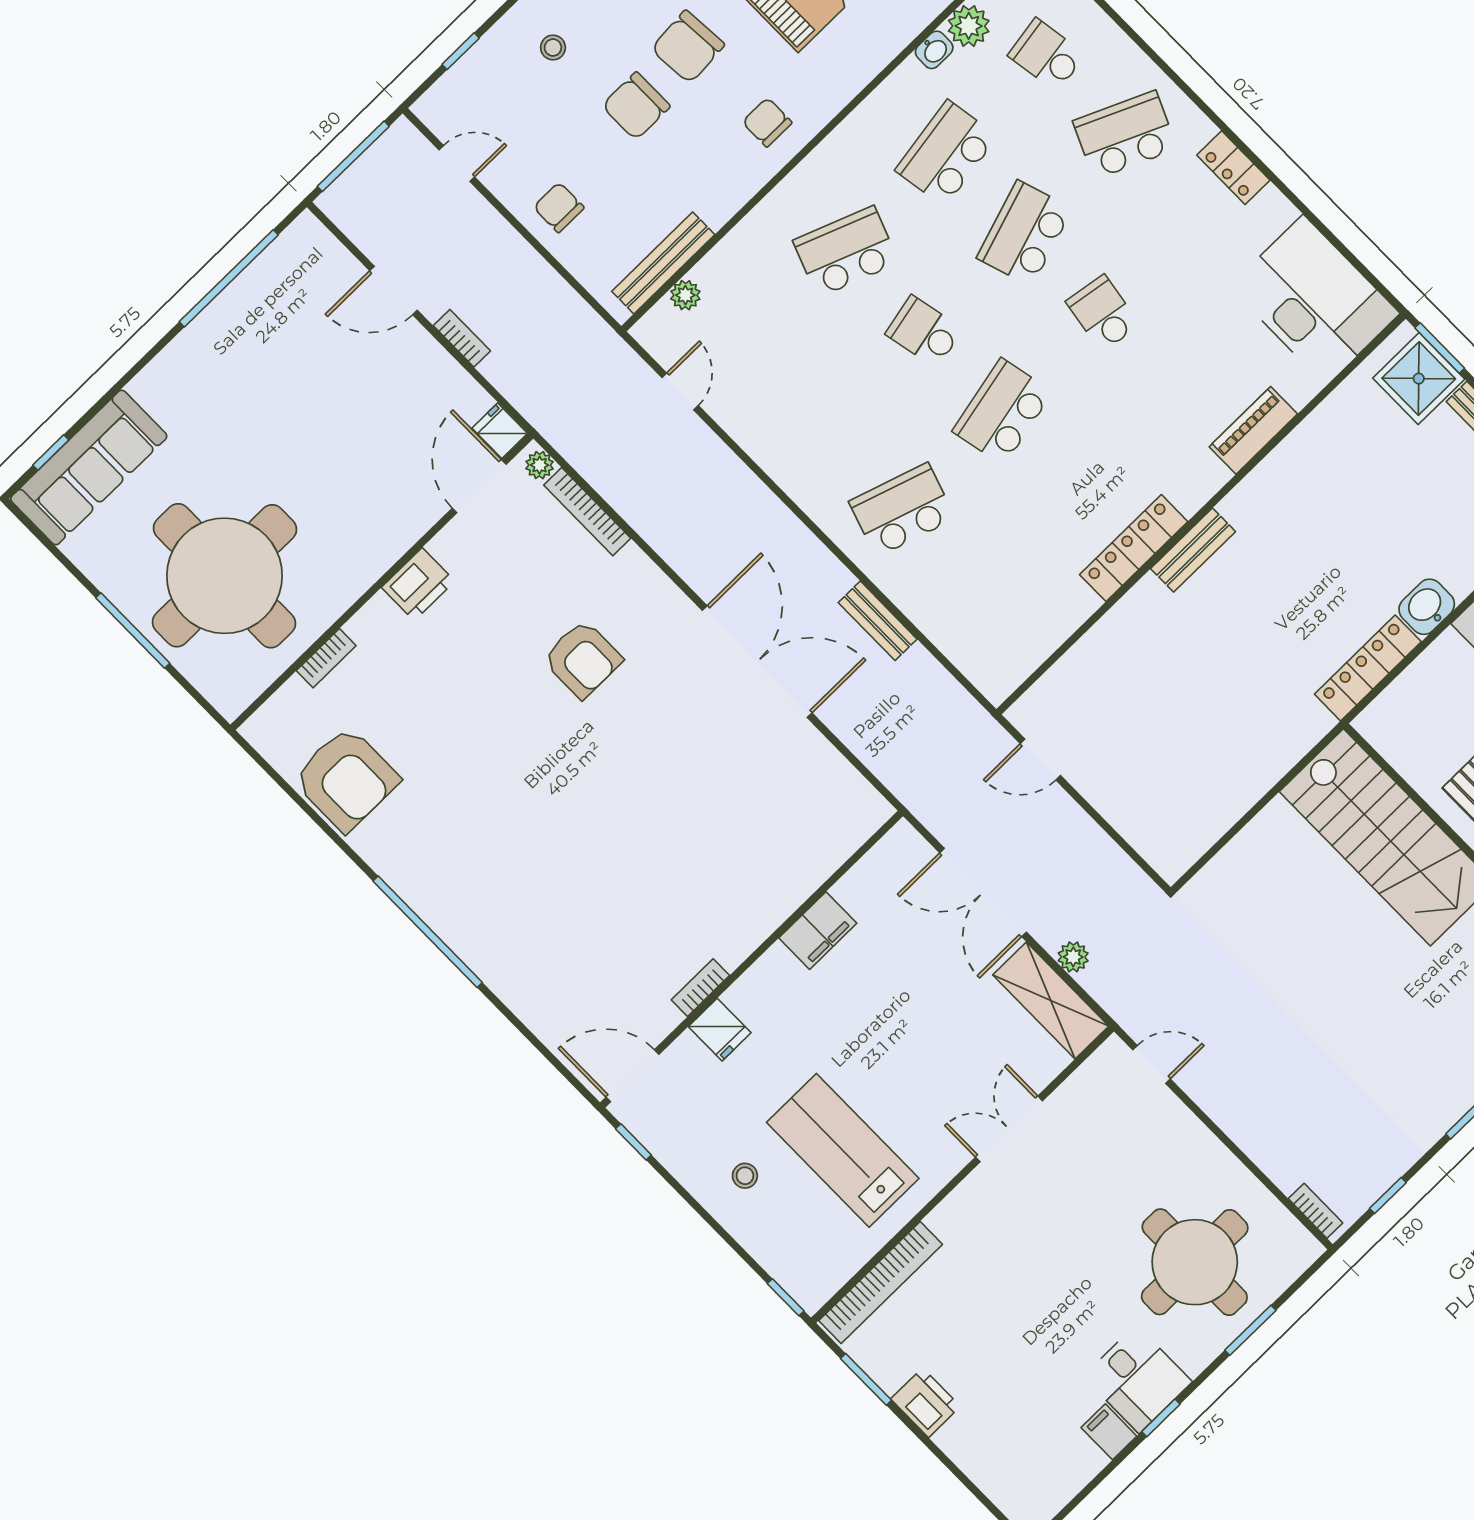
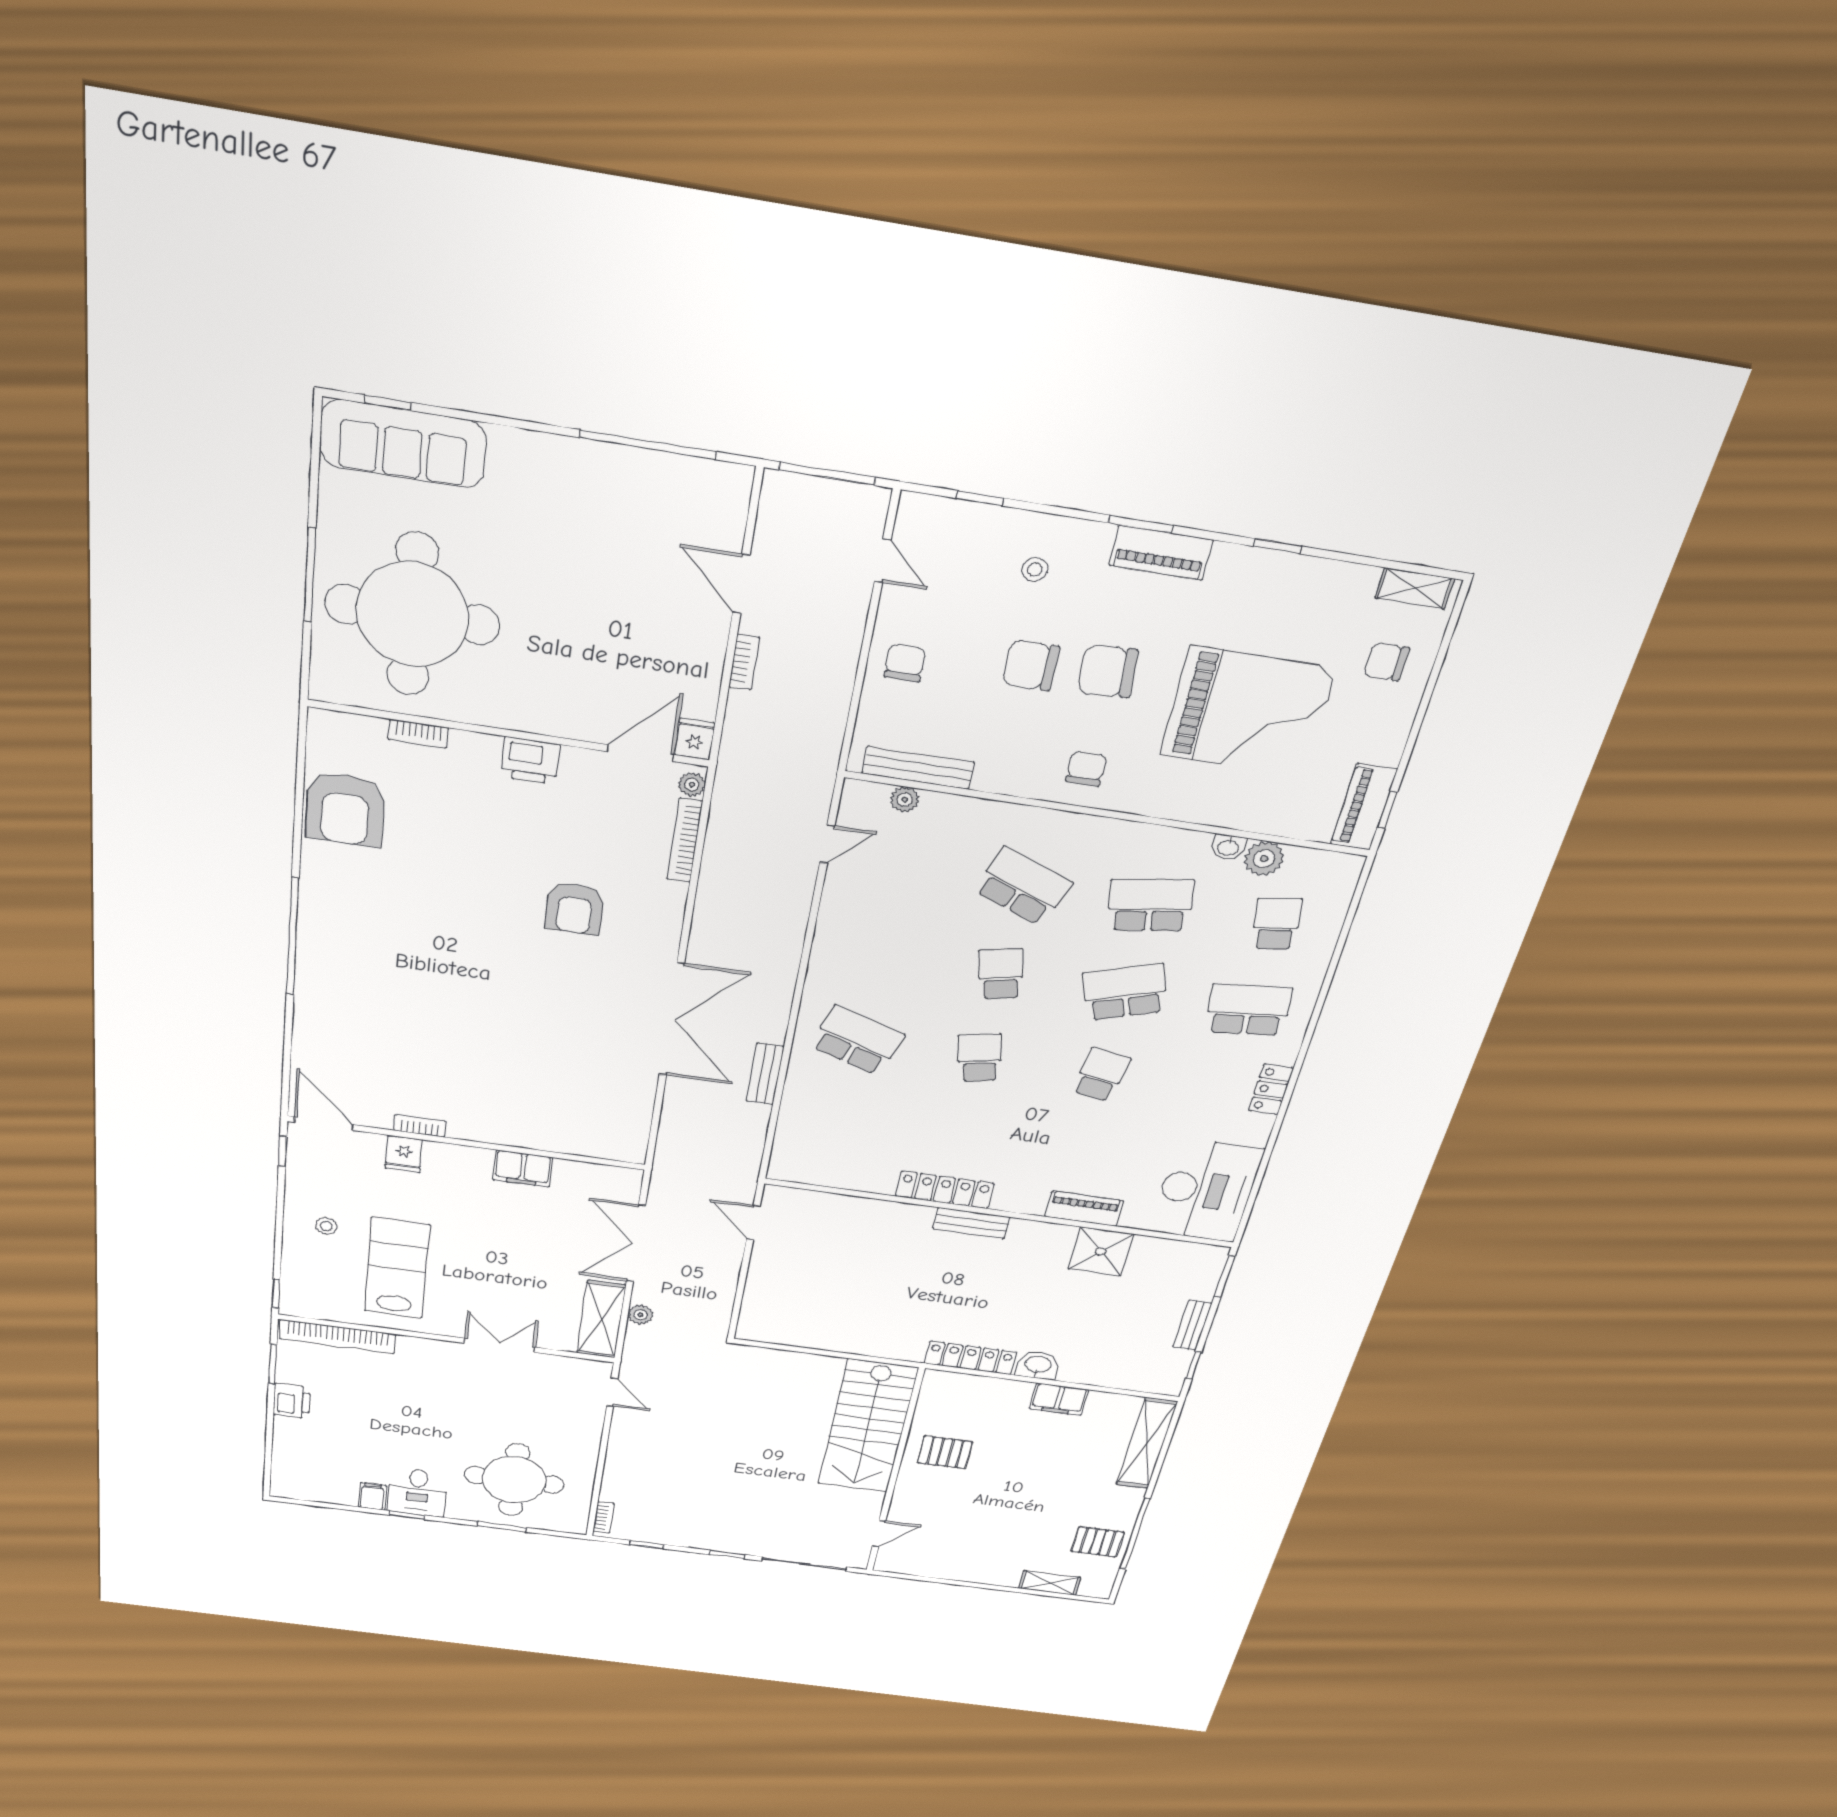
school desk: (1125, 135) -> (1248, 1010), turned -30
shower: (1419, 379) -> (1101, 1251), moved
school desk: (1002, 412) -> (980, 1058), width x0.54

